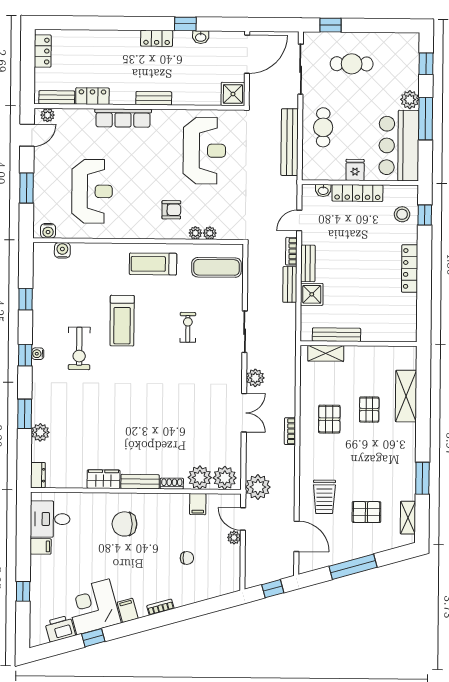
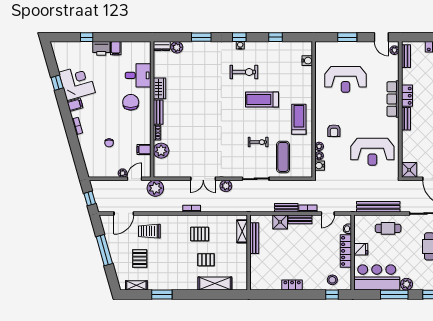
locker: (92, 96) -> (407, 96), moved
door: (299, 220) -> (328, 213), swing flipped
water cooler: (48, 231) -> (320, 166), moved
exercise mat: (216, 267) -> (283, 157), moved
locker: (410, 268) -> (292, 285), width x0.66
exercise bike: (79, 348) -> (244, 72), turned 180
plant: (40, 432) -> (177, 47), moved
plant: (225, 478) -> (161, 167), removed
desk: (50, 519) -> (138, 75), moved, turned 90
printer: (60, 629) -> (101, 48), moved, turned 106

